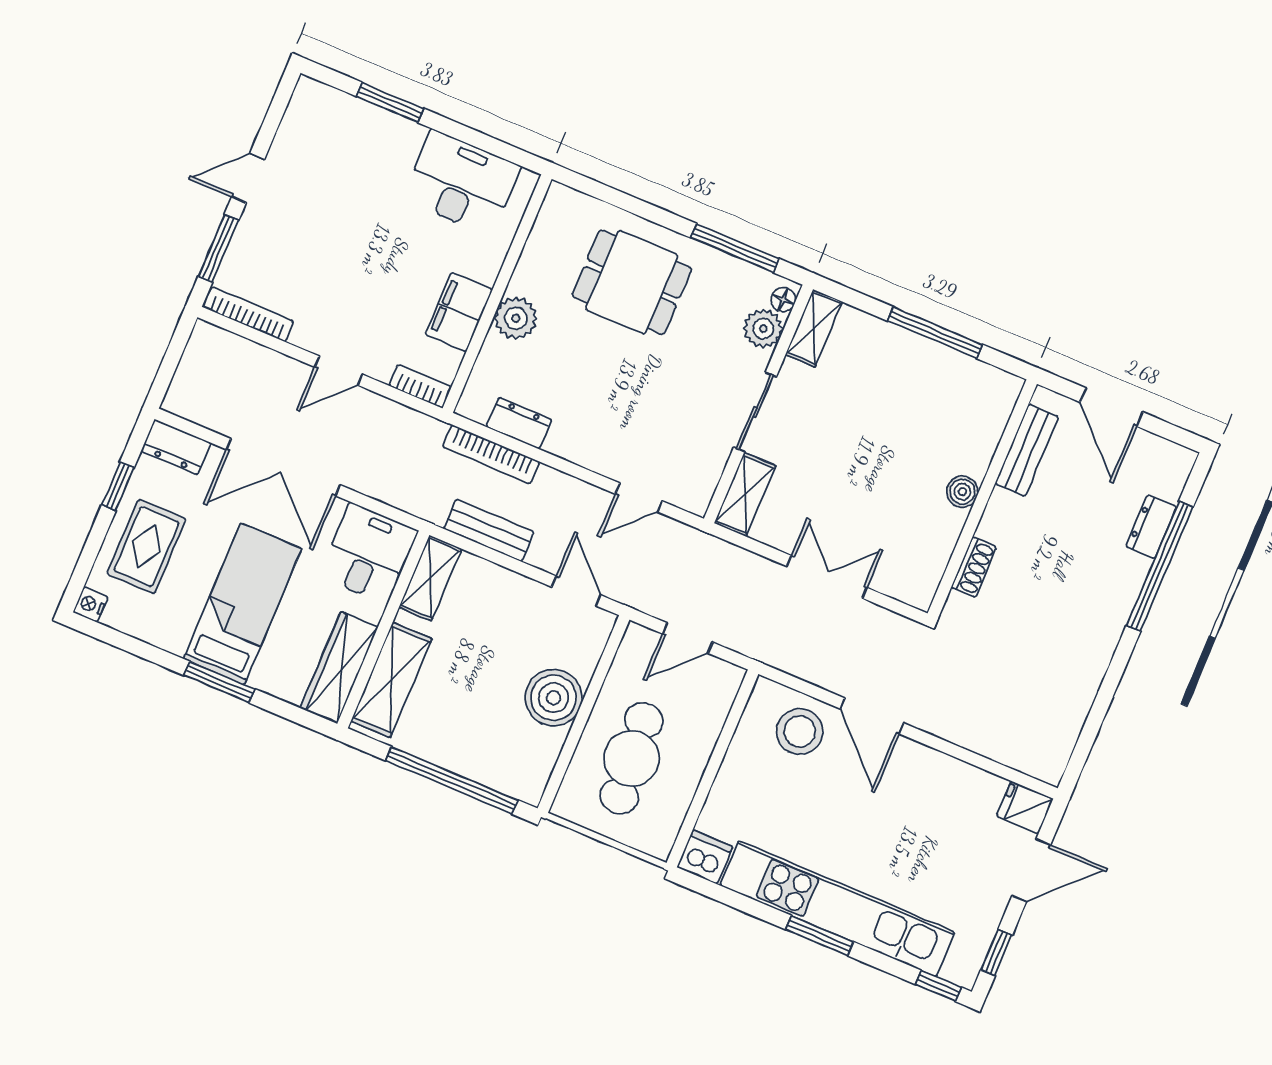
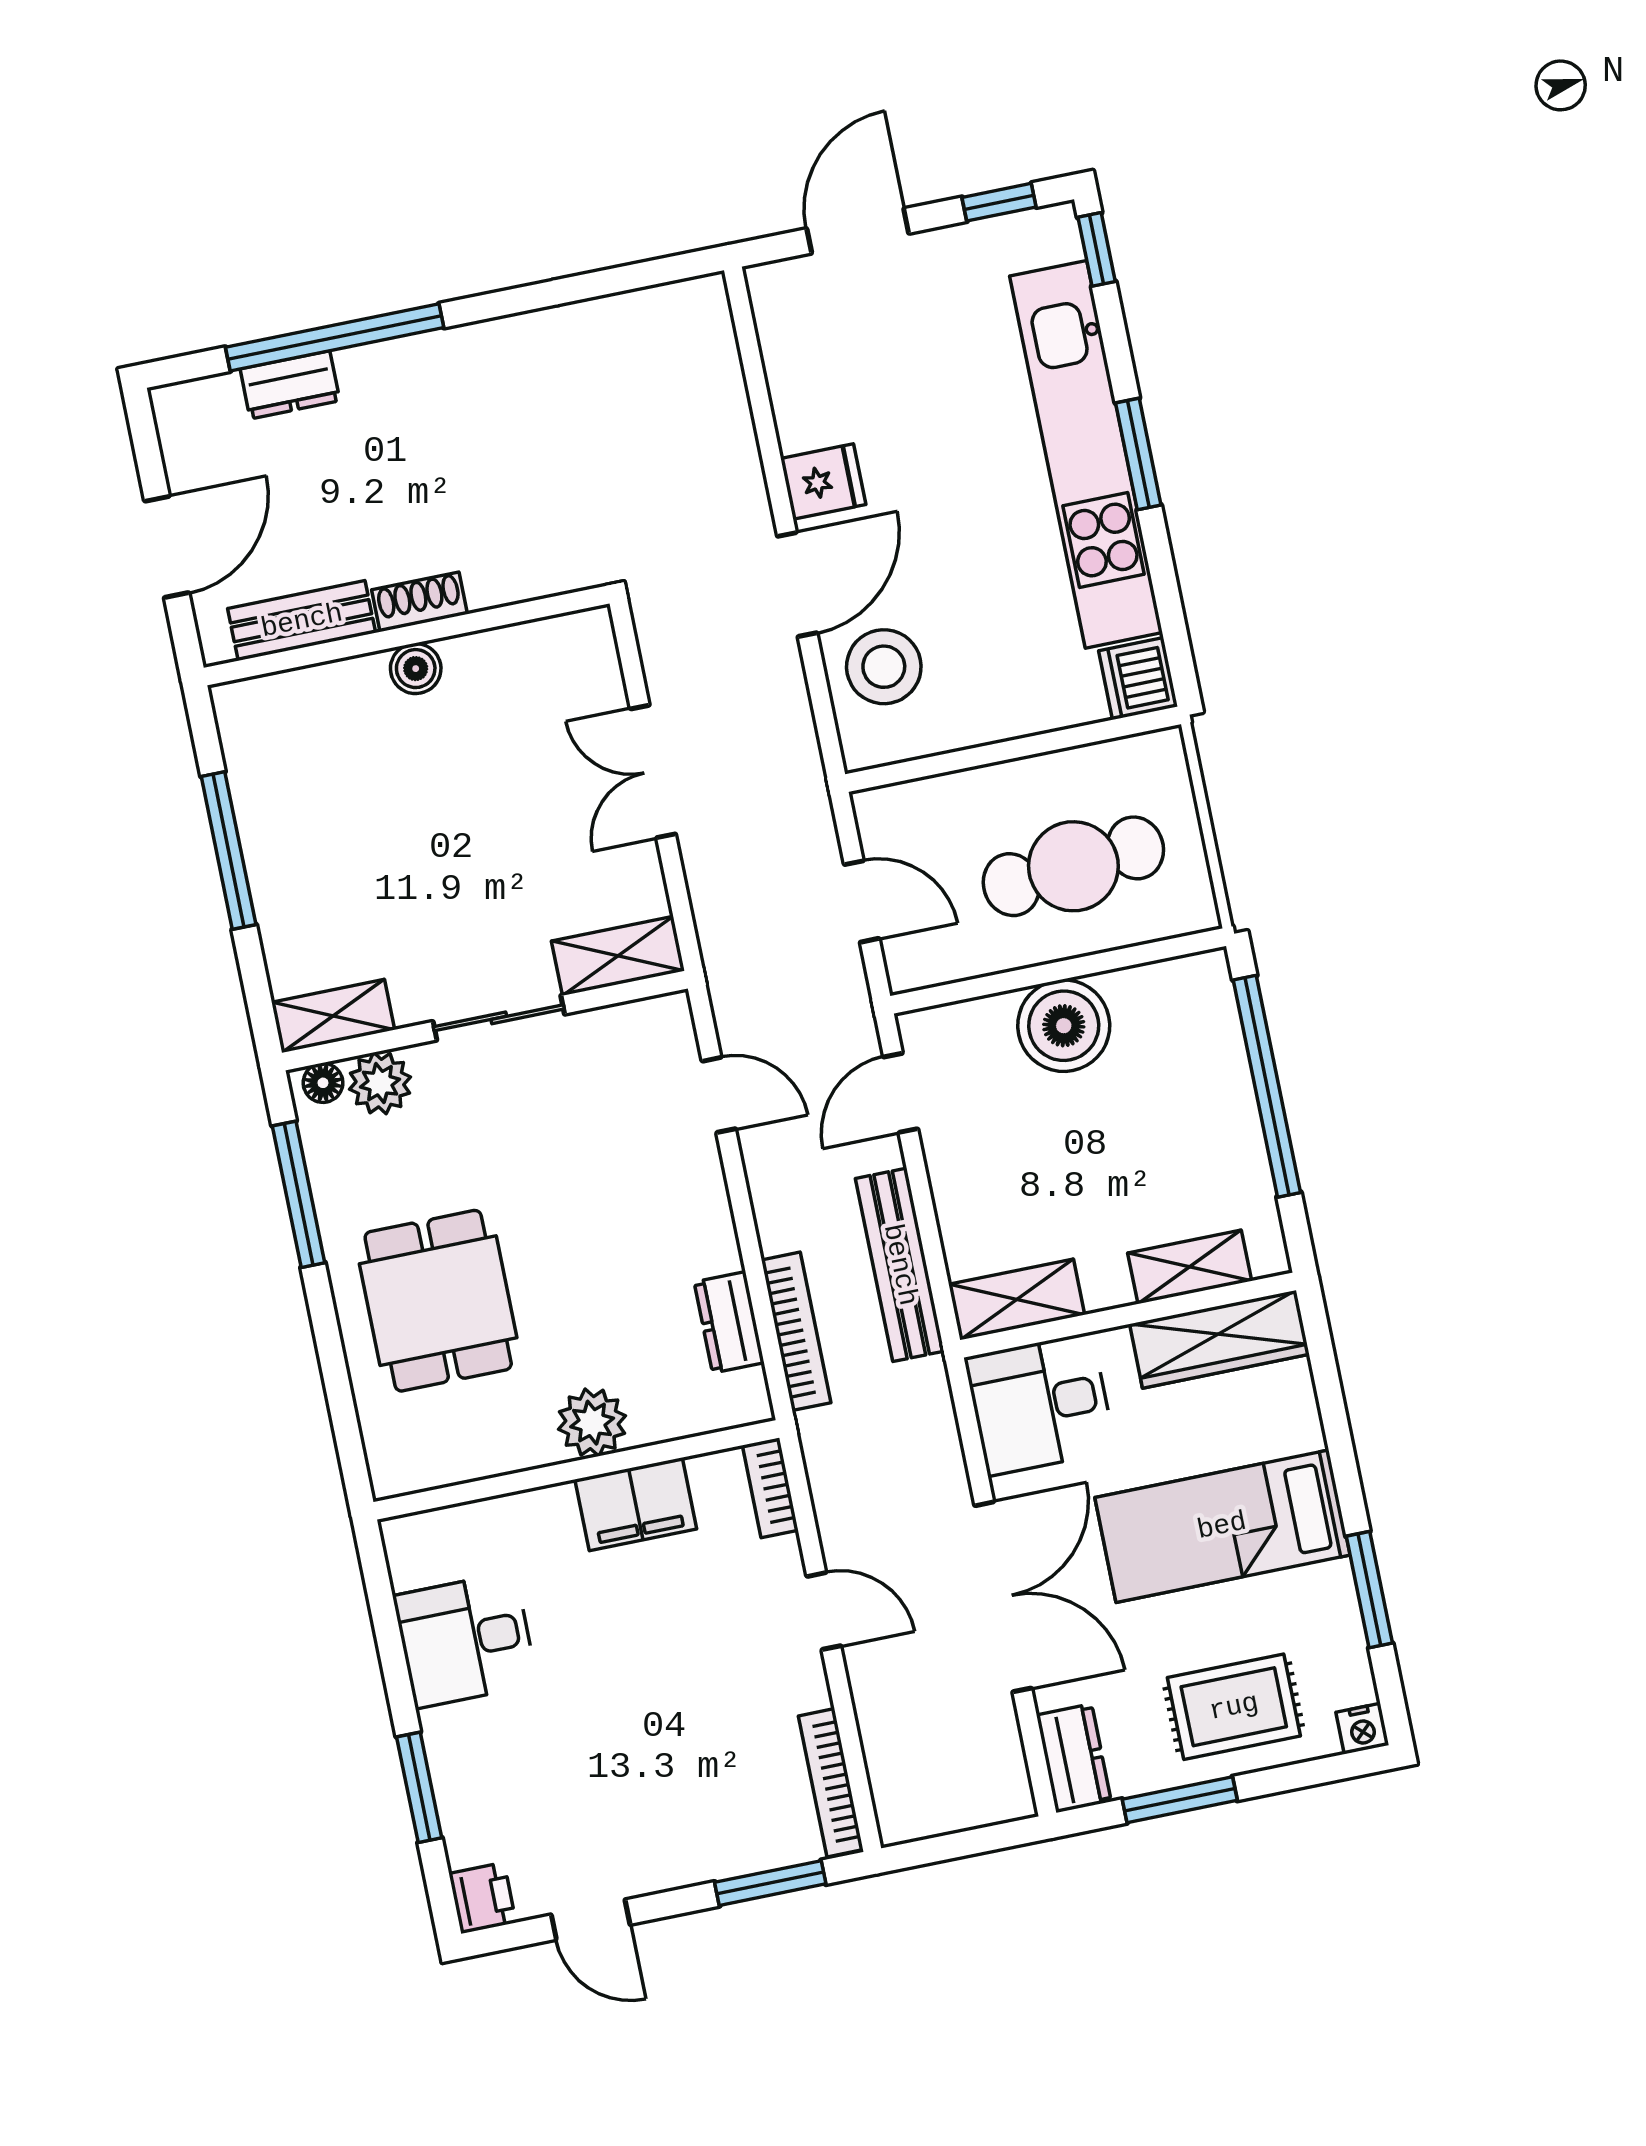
printer: (311, 96) -> (482, 1898), added
door: (248, 178) -> (591, 1920), moved
desk: (461, 183) -> (465, 1640), width x0.73
window: (118, 486) -> (1180, 1800), width x1.50
bench: (489, 530) -> (900, 1265), width x1.36
shoe rack: (974, 567) -> (419, 602), moved
shelving: (391, 680) -> (1190, 1267), width x0.67, depth x0.75
window: (219, 682) -> (1369, 1590), moved
fridge: (1025, 807) -> (823, 482), moved, turned -90
door: (1031, 870) -> (858, 231), hinge flipped

